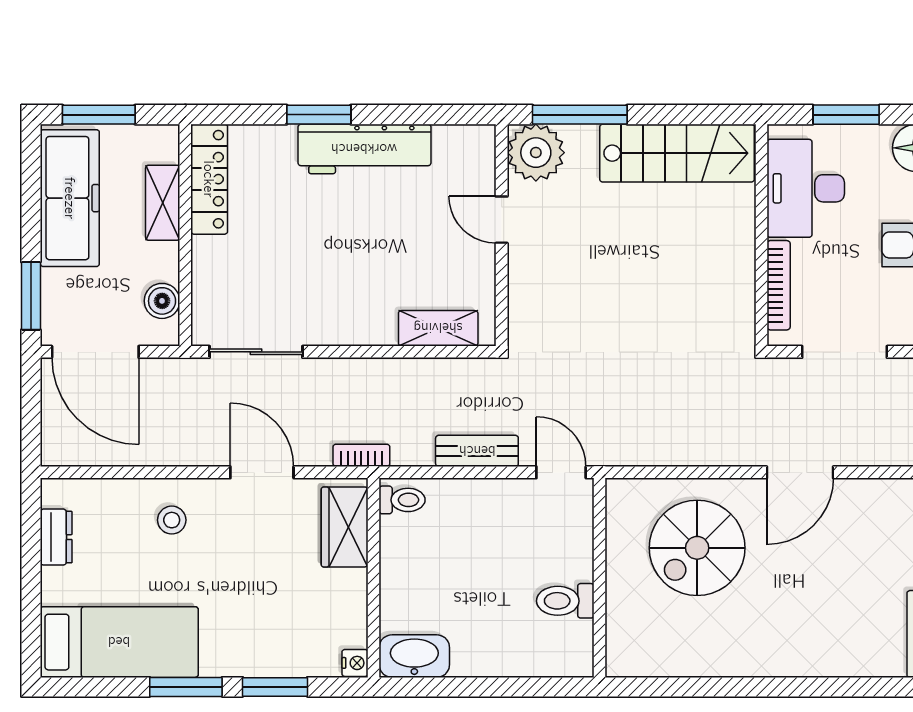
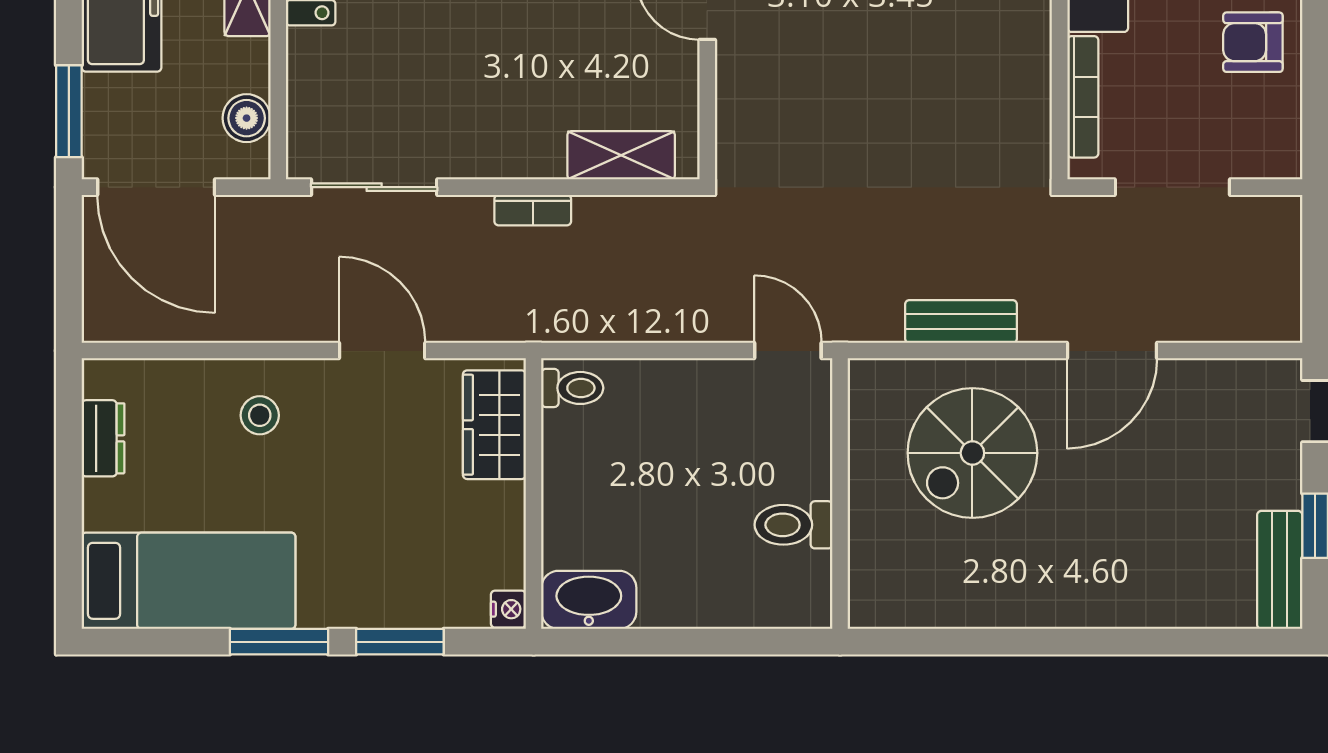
bench: (477, 451) -> (961, 322), moved
bookcase: (361, 455) -> (533, 210), moved, turned 180

